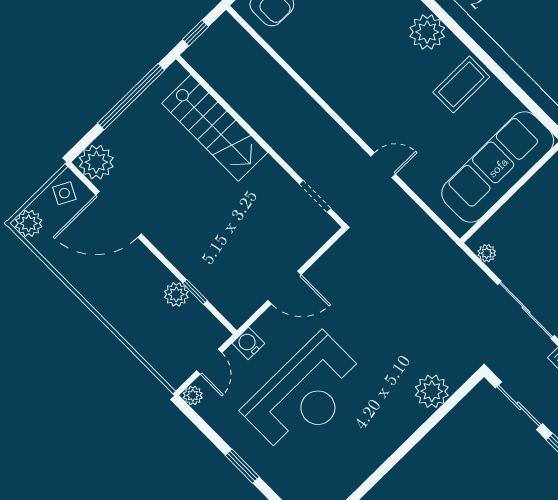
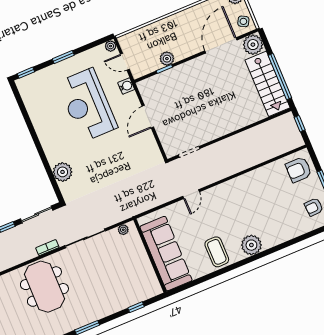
stairs: (215, 128) -> (267, 84), moved, turned -90

